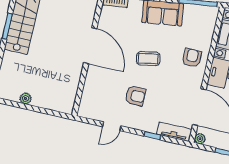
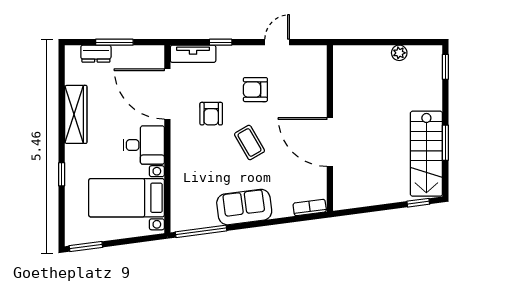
armchair: (192, 58) -> (211, 114), moved
coffee table: (148, 59) -> (249, 143), turned 70
plant: (200, 139) -> (157, 52), removed

